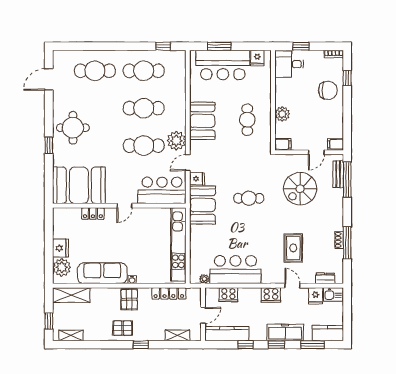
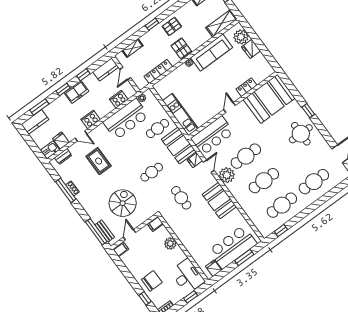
desk: (289, 64) -> (187, 276), width x1.37
chair: (328, 90) -> (152, 281), turned 180
cafe table: (247, 120) -> (181, 198), moved
cafe table: (211, 237) -> (157, 128), added
kitchen unit: (178, 244) -> (180, 115), width x0.73
freezer: (285, 332) -> (76, 92), moved, width x0.71
kitchen counter: (227, 334) -> (106, 69), width x0.67

